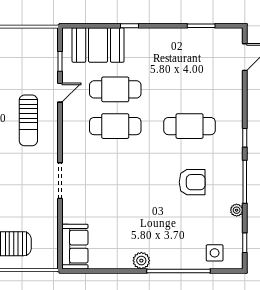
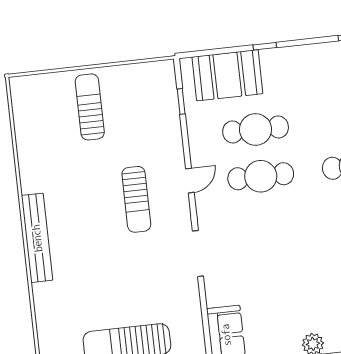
door: (60, 93) -> (190, 181), moved
sun lounger: (28, 120) -> (136, 199), moved

